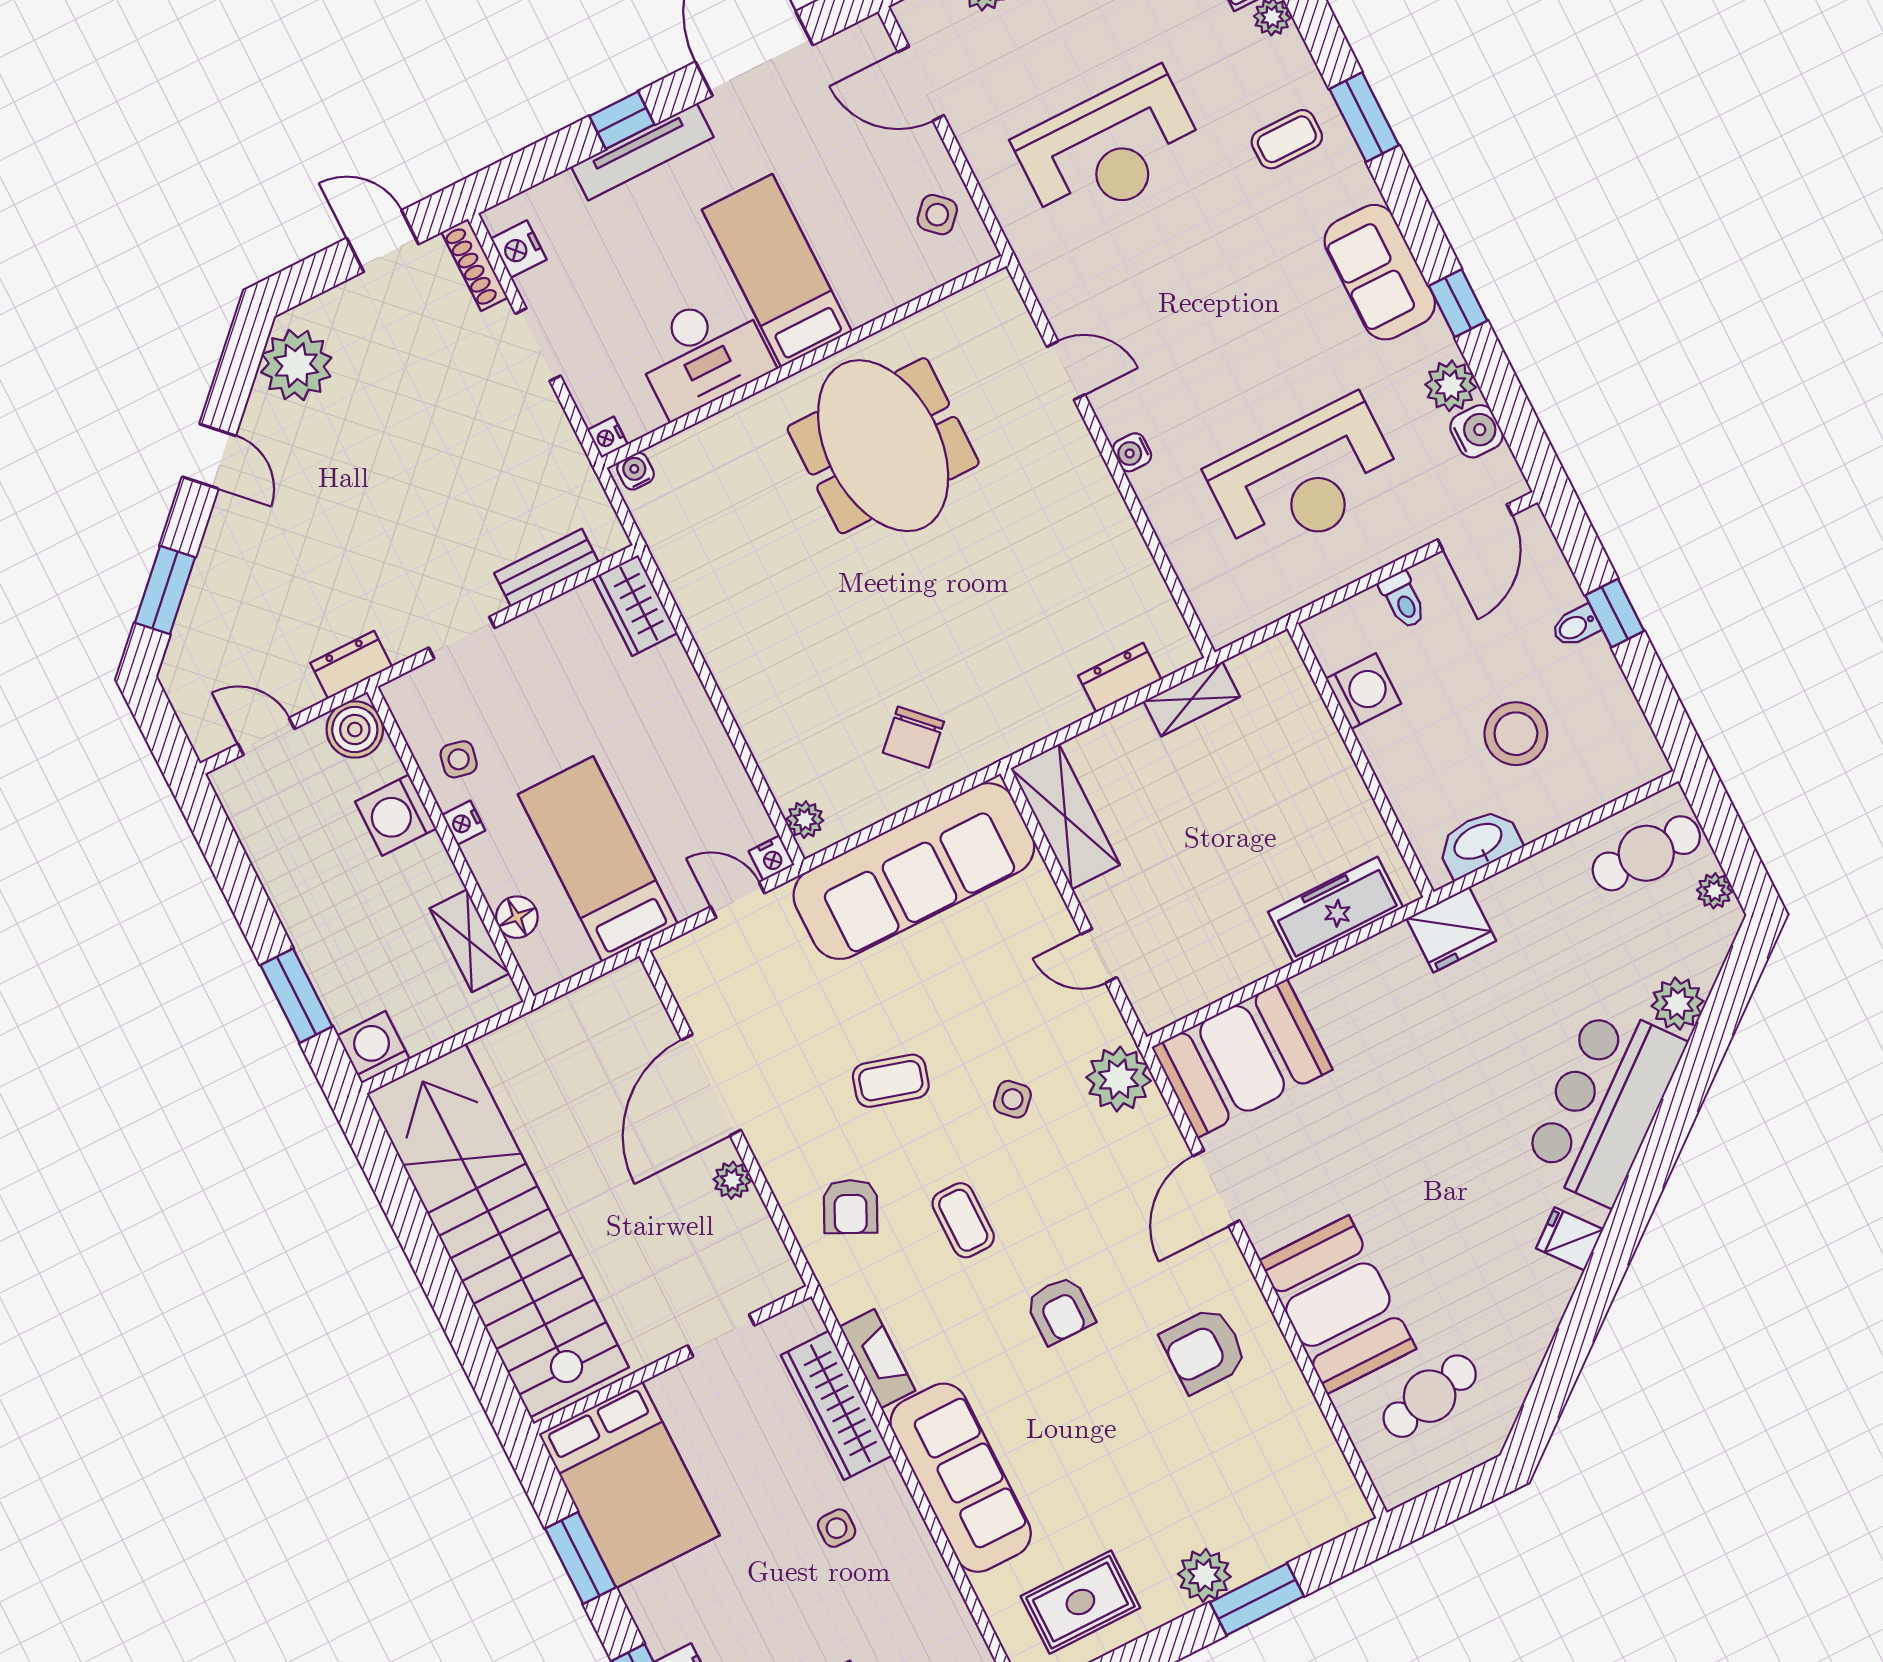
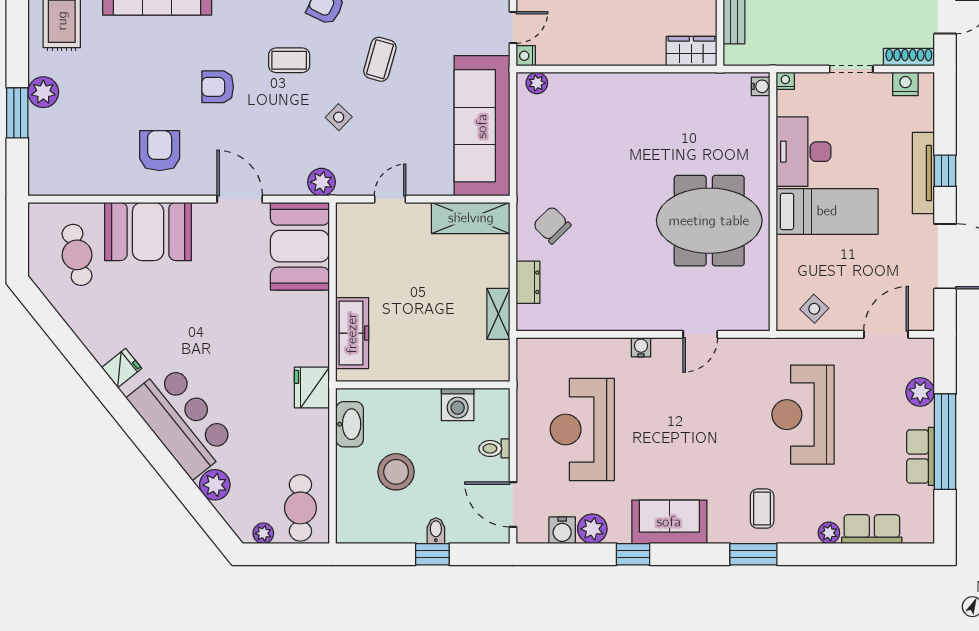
chair: (913, 737) -> (552, 225), moved
plant: (1119, 1079) -> (321, 182), width x0.73, depth x0.73

